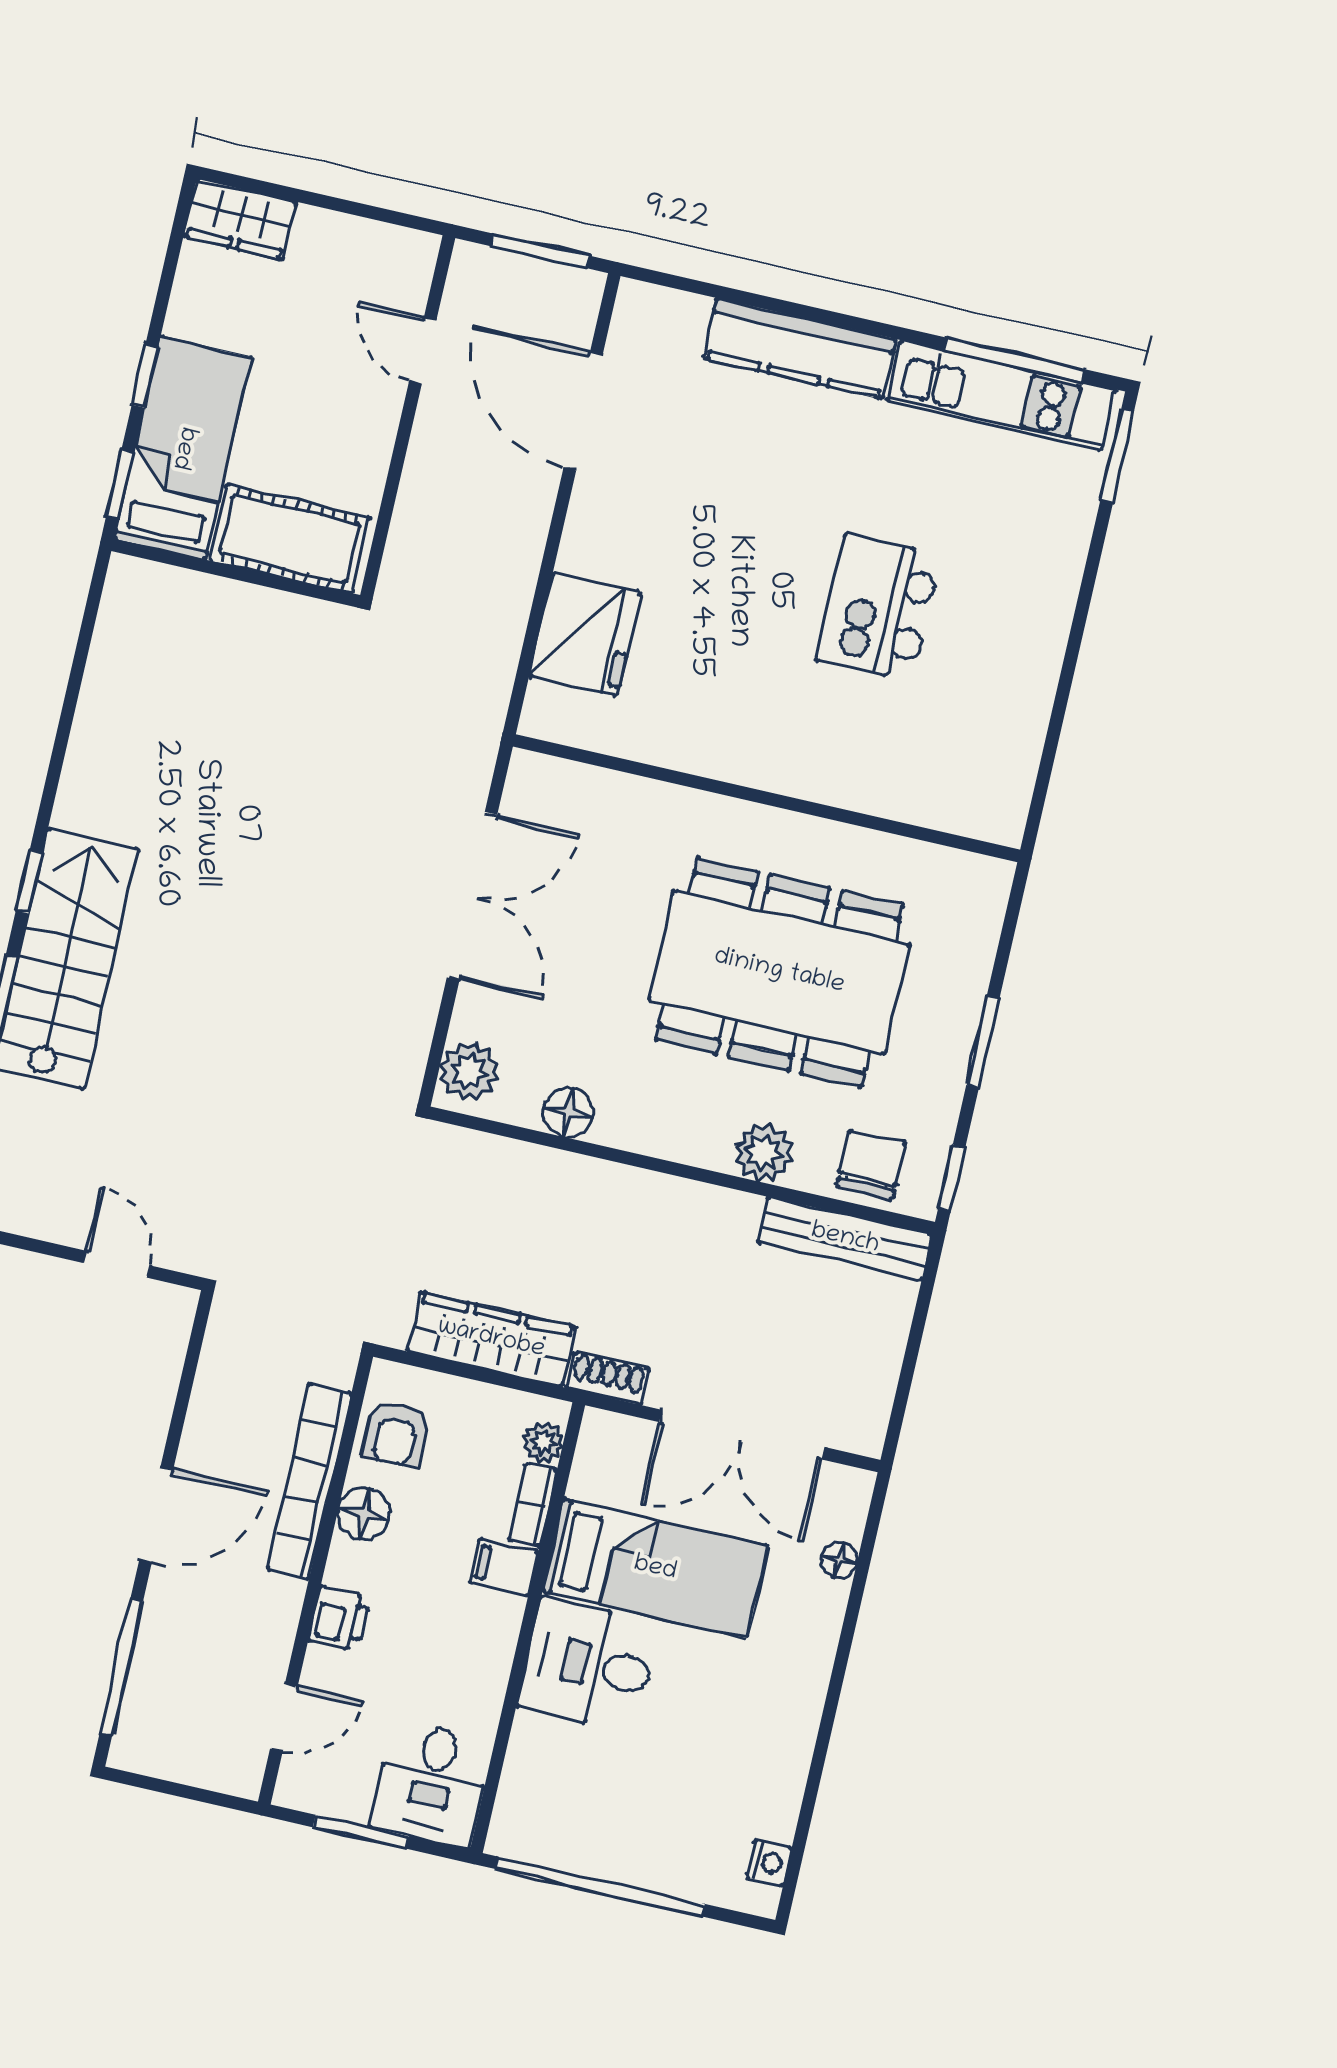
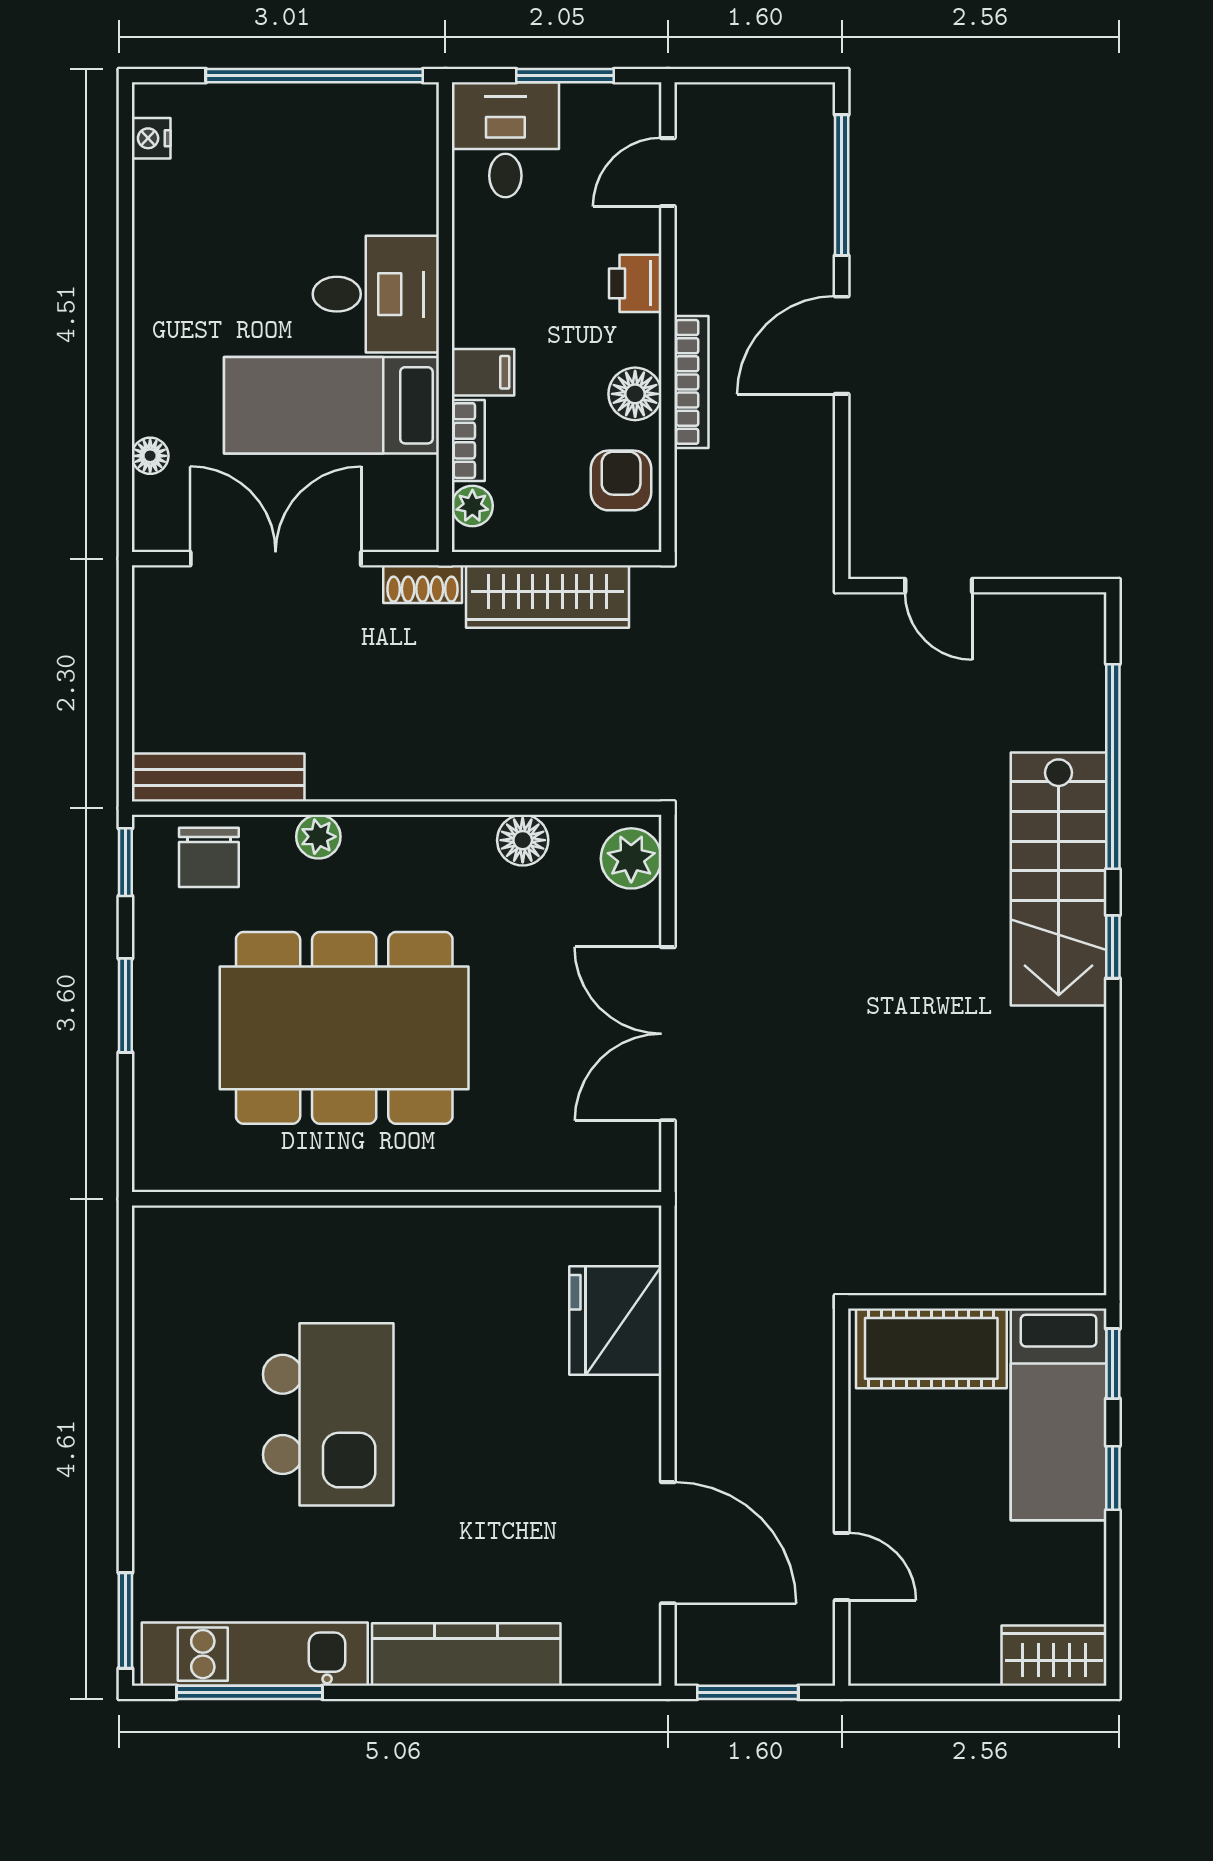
kitchen island: (879, 608) -> (328, 1414), width x1.37, depth x1.28
plant: (764, 1152) -> (318, 837), width x0.73, depth x0.73
bookcase: (309, 1481) -> (691, 382), width x0.68, depth x0.76

